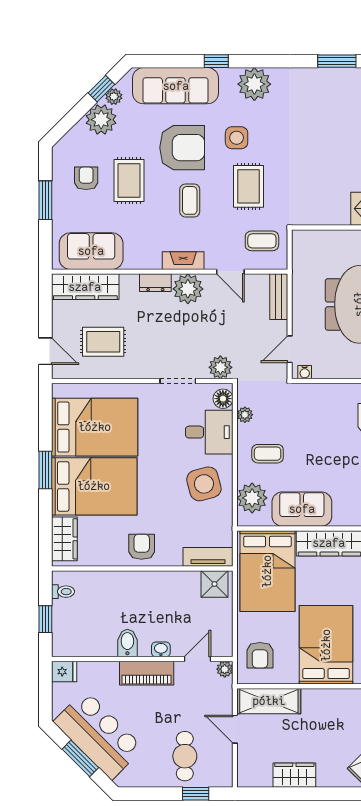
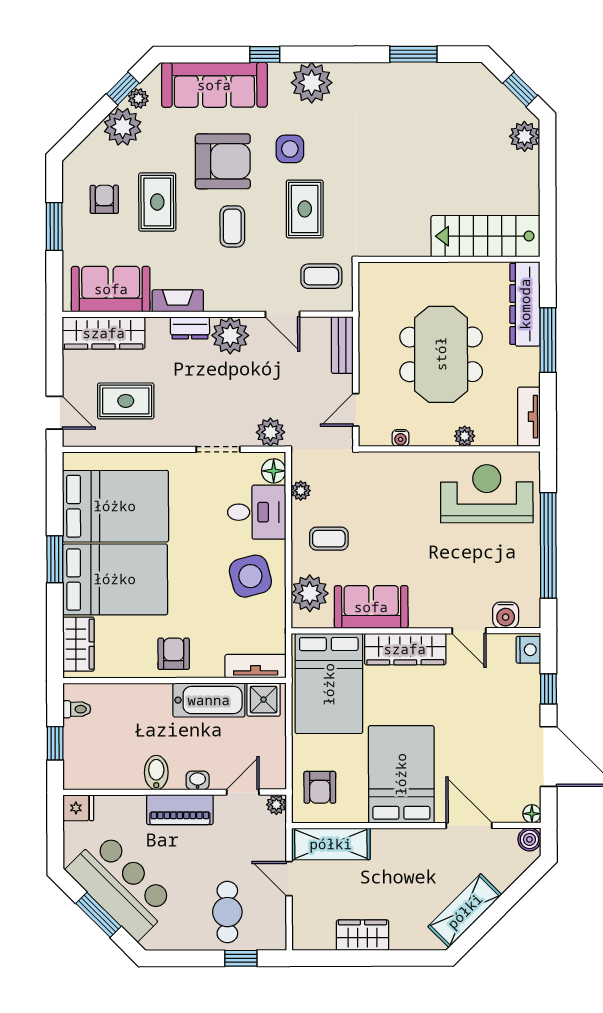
fireplace: (183, 261) -> (178, 301), moved
water cooler: (305, 372) -> (401, 438), moved
bathtub: (170, 584) -> (209, 700), added

